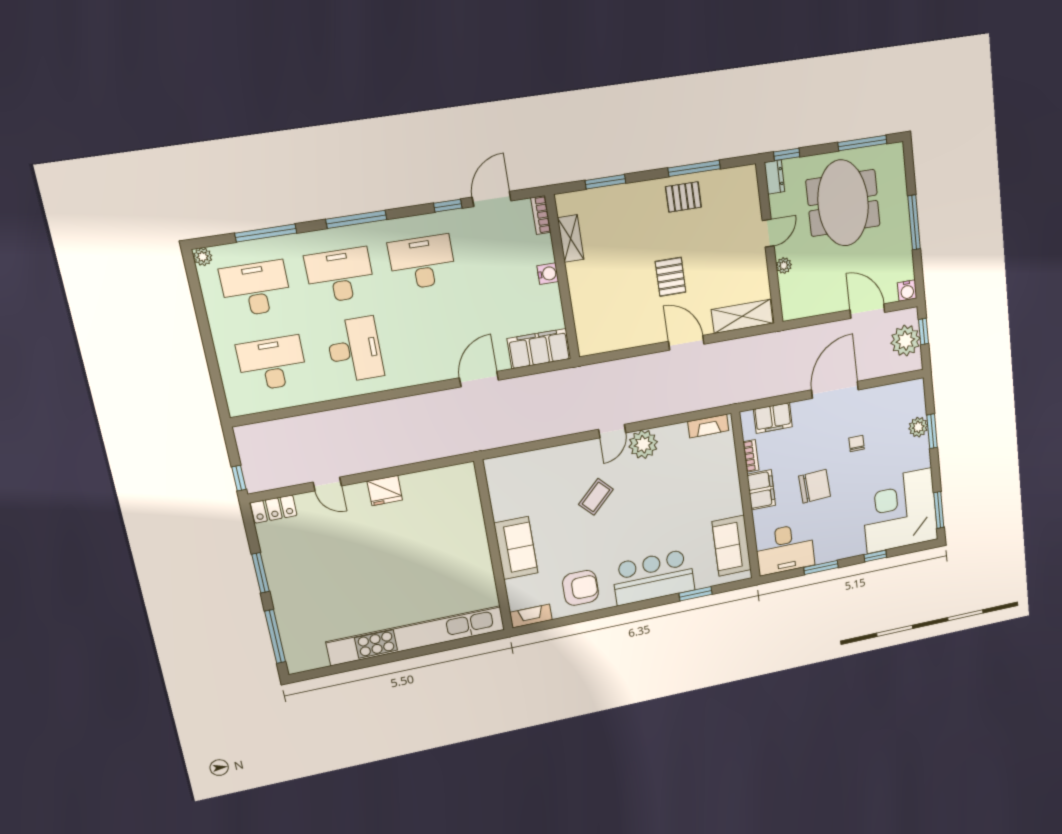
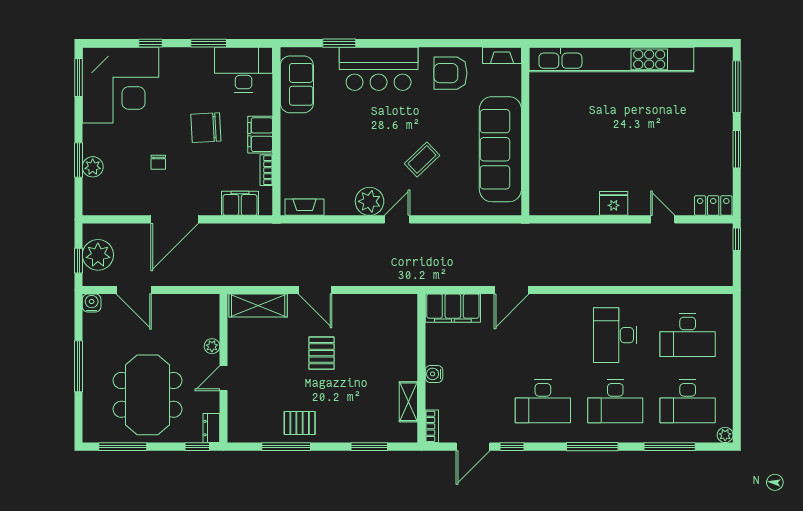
sofa: (516, 548) -> (500, 149), width x1.85, depth x1.27

